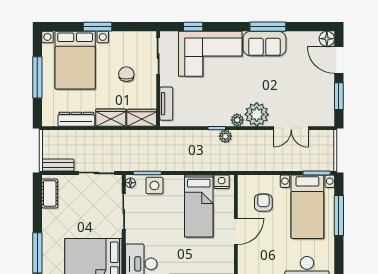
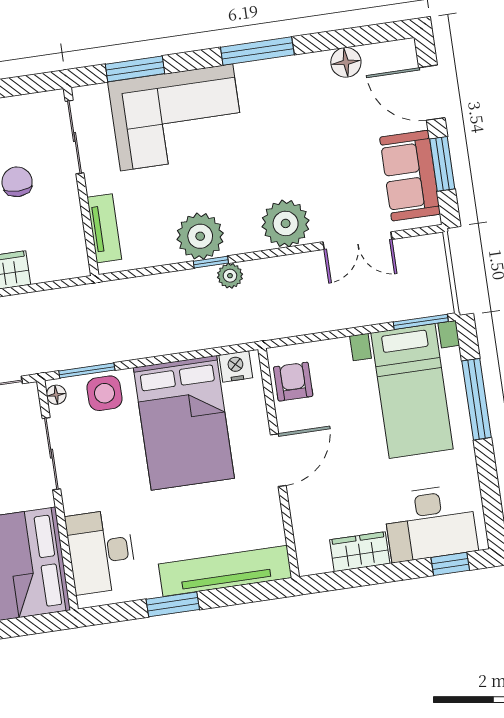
window: (193, 27) -> (135, 69), width x1.50
window: (268, 27) -> (257, 51), moved
floor lamp: (327, 39) -> (346, 62), moved
sofa: (264, 44) -> (410, 176), moved, turned 90
wardrobe: (142, 118) -> (60, 263), removed
plant: (237, 120) -> (200, 236), moved, width x1.88, depth x1.88
armchair: (263, 203) -> (293, 382), moved
bed: (199, 206) -> (184, 423), width x1.50

